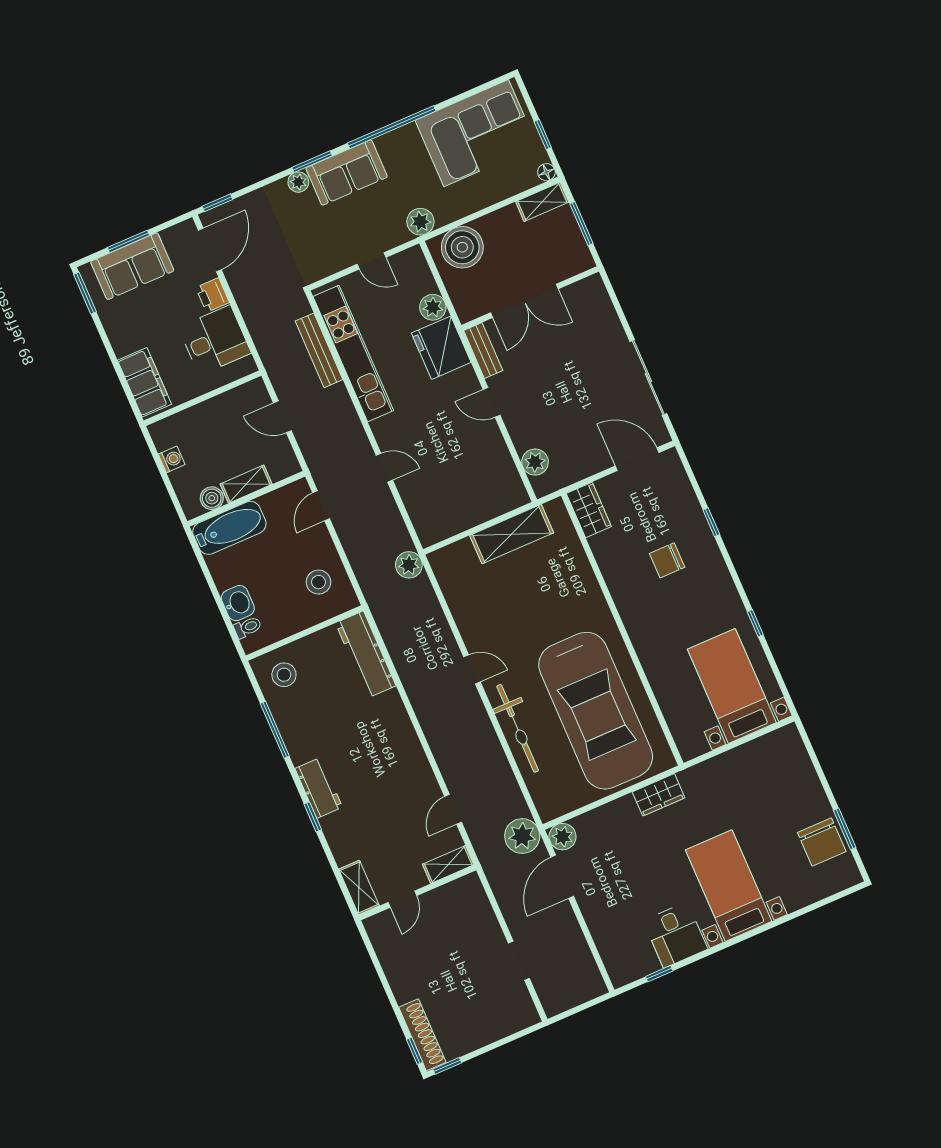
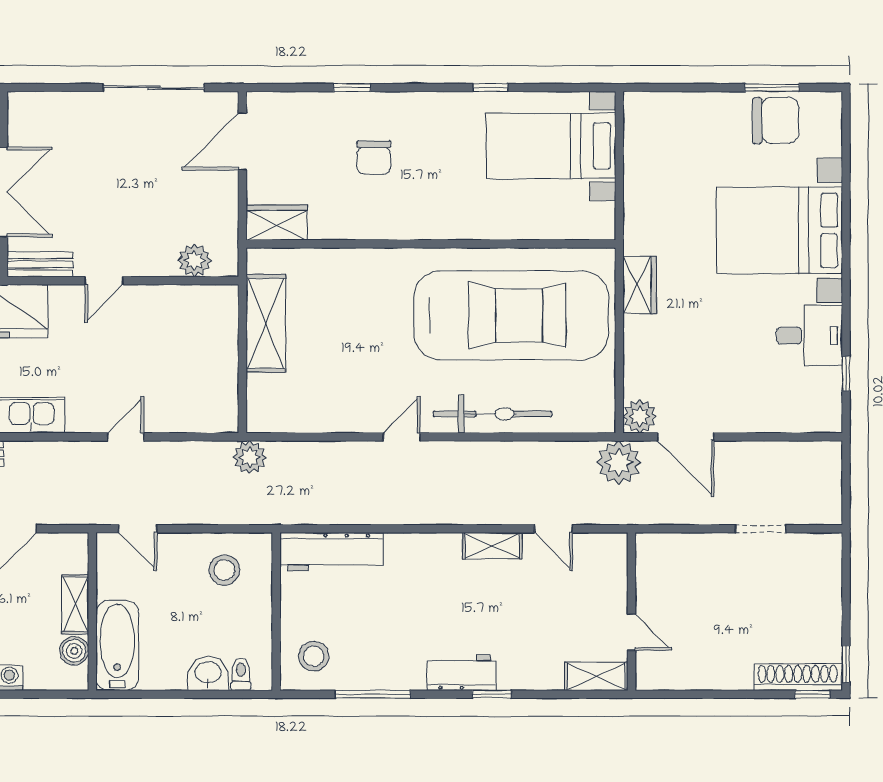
shelving: (448, 864) -> (492, 546), moved, turned 90
bed with nightstands: (729, 886) -> (779, 230), width x1.36

